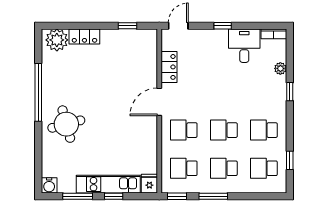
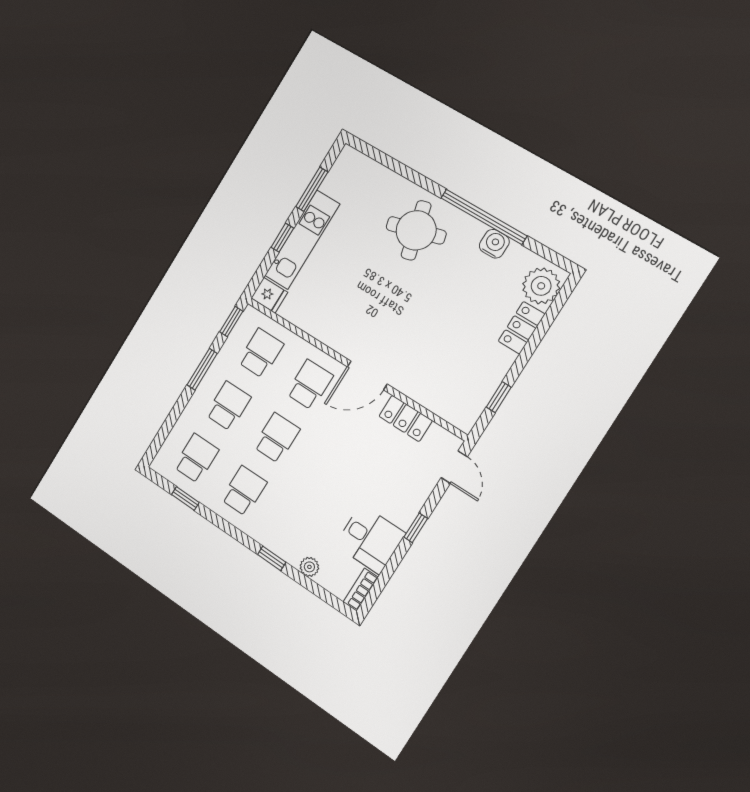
door: (159, 102) -> (367, 375), swing flipped
water cooler: (49, 185) -> (494, 244), moved, turned 90

